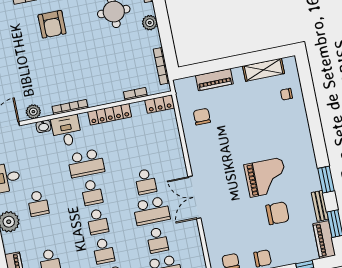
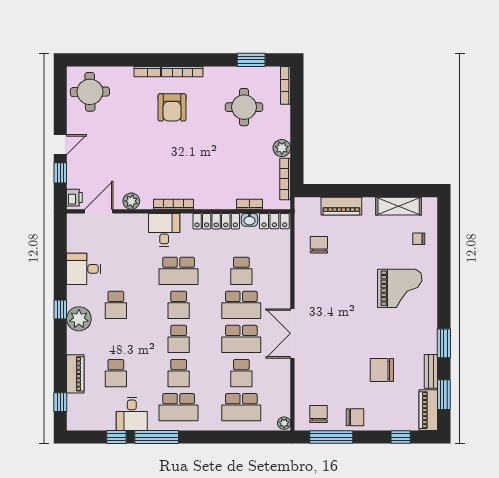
plant: (150, 23) -> (282, 148), moved
washbasin: (43, 126) -> (249, 220), moved
school desk: (140, 152) -> (241, 271), added
grand piano: (266, 177) -> (400, 288), moved
school desk: (146, 182) -> (241, 305), width x1.85
chair: (277, 213) -> (382, 370), turned 180

